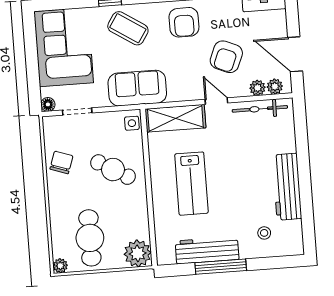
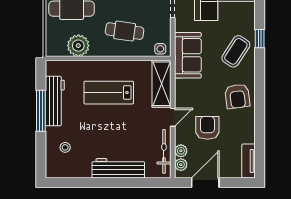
armchair: (184, 22) -> (237, 96), turned -97
armchair: (226, 57) -> (207, 128), turned 67
cafe table: (113, 170) -> (125, 31), turned 68
workbench: (287, 187) -> (118, 168), moved
plant: (138, 253) -> (78, 46), moved

